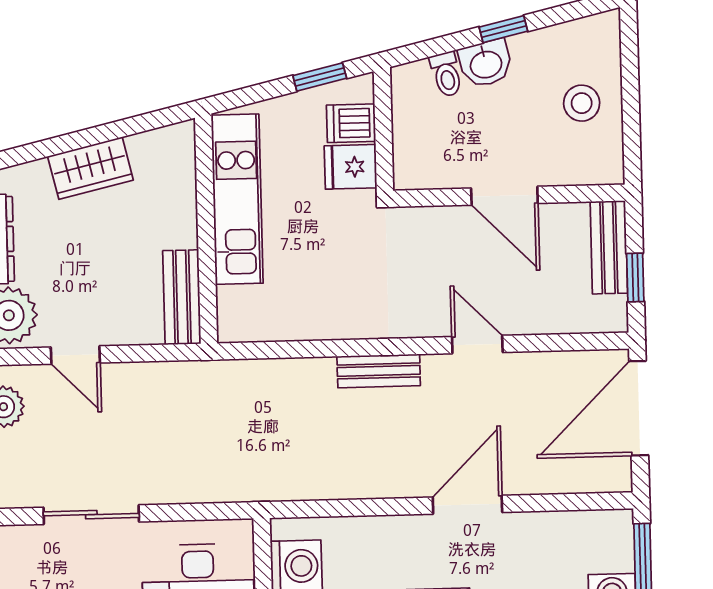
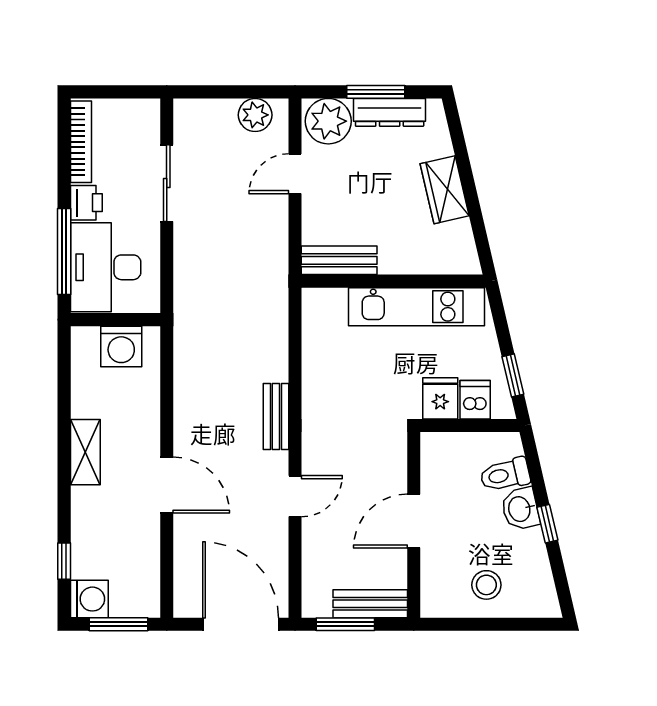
toilet: (446, 74) -> (505, 475), width x1.37, depth x1.39
window: (635, 277) -> (345, 624), width x1.50

